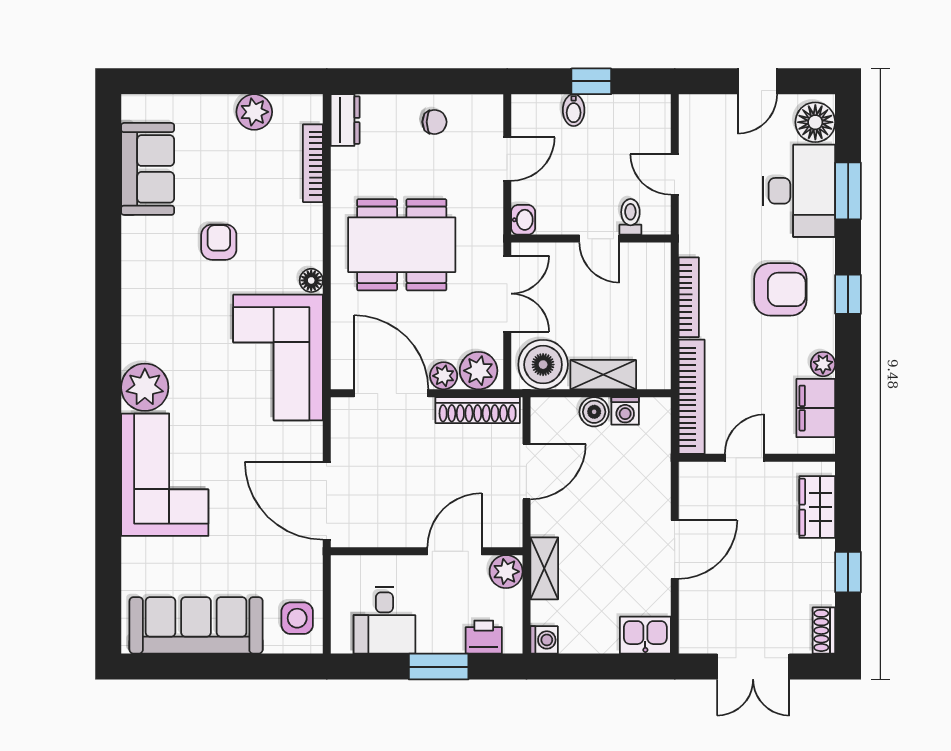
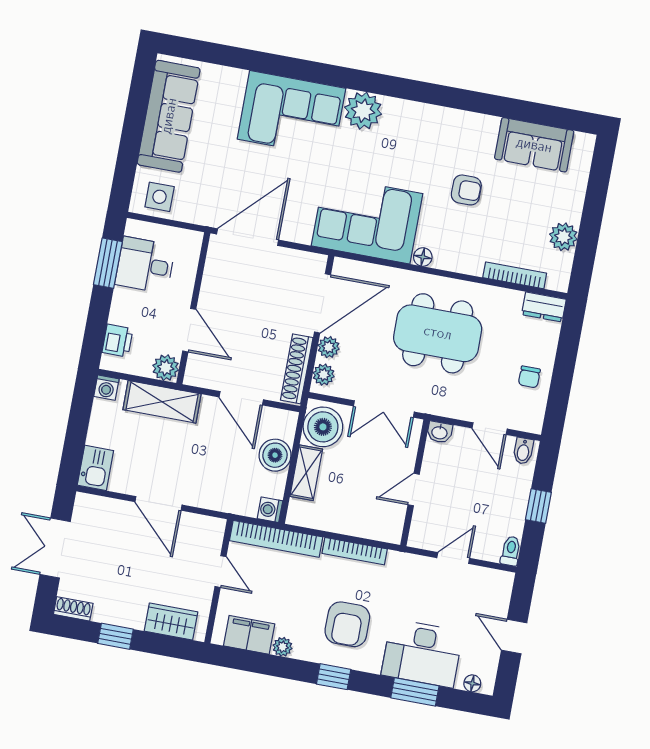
bidet: (574, 110) -> (523, 451), moved, turned -90
floor lamp: (815, 122) -> (472, 683), width x0.53, depth x0.53
toilet: (630, 217) -> (511, 551), moved, turned -90
dining table: (402, 245) -> (438, 333), turned 90
plant: (479, 371) -> (324, 375), width x0.73, depth x0.73
washing machine: (625, 411) -> (270, 510), moved
boiler: (594, 412) -> (275, 455), width x1.36, depth x1.36
shelving: (544, 568) -> (162, 402), width x1.50, depth x1.33
window: (439, 667) -> (108, 263), moved

